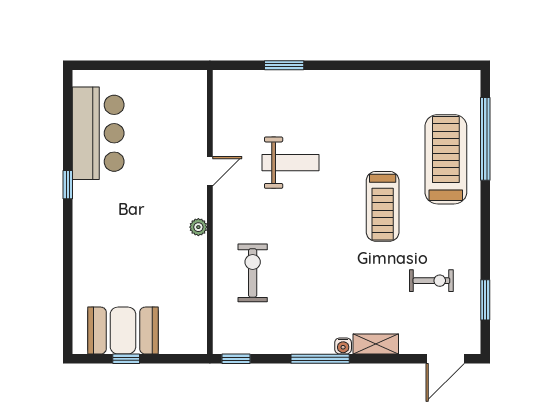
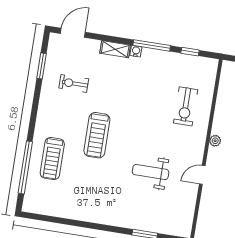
treadmill: (446, 159) -> (52, 158), width x0.73, depth x0.73
treadmill: (383, 206) -> (97, 135), turned 180
window: (236, 359) -> (190, 52), moved

